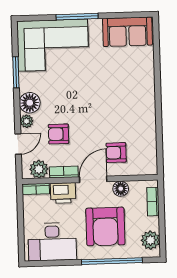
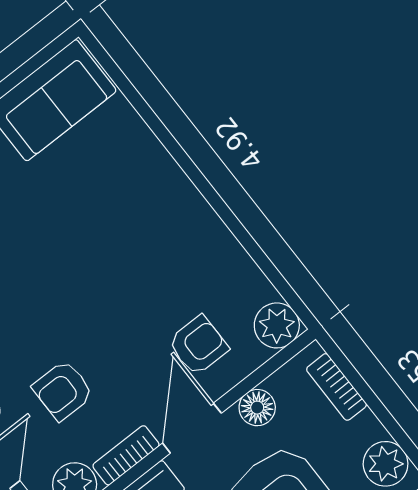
armchair: (116, 153) -> (198, 345), turned 180
plant: (148, 166) -> (277, 325), added

